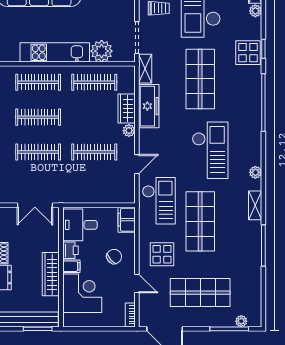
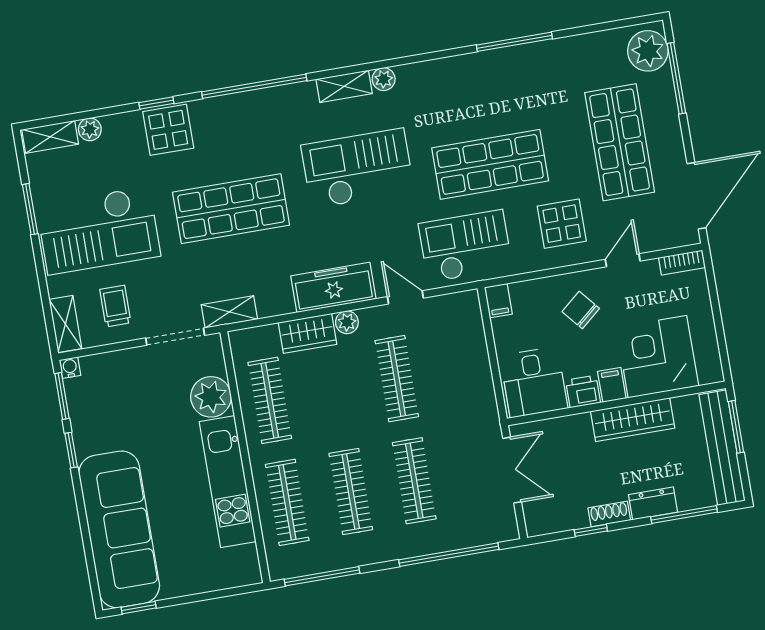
freezer: (149, 106) -> (333, 287), moved
shelving: (255, 205) -> (344, 86), moved
filing cabinet: (127, 220) -> (498, 301), width x0.50
plant: (241, 321) -> (648, 51), width x1.87, depth x1.87

